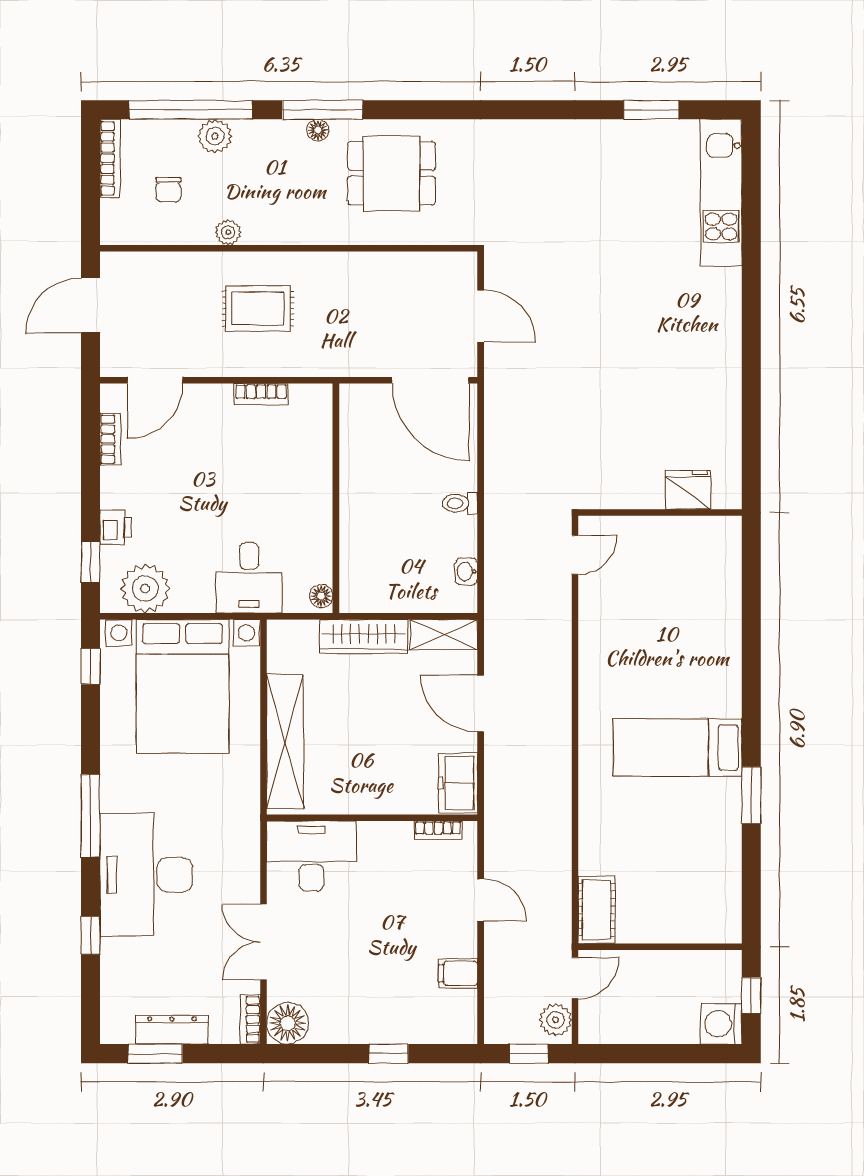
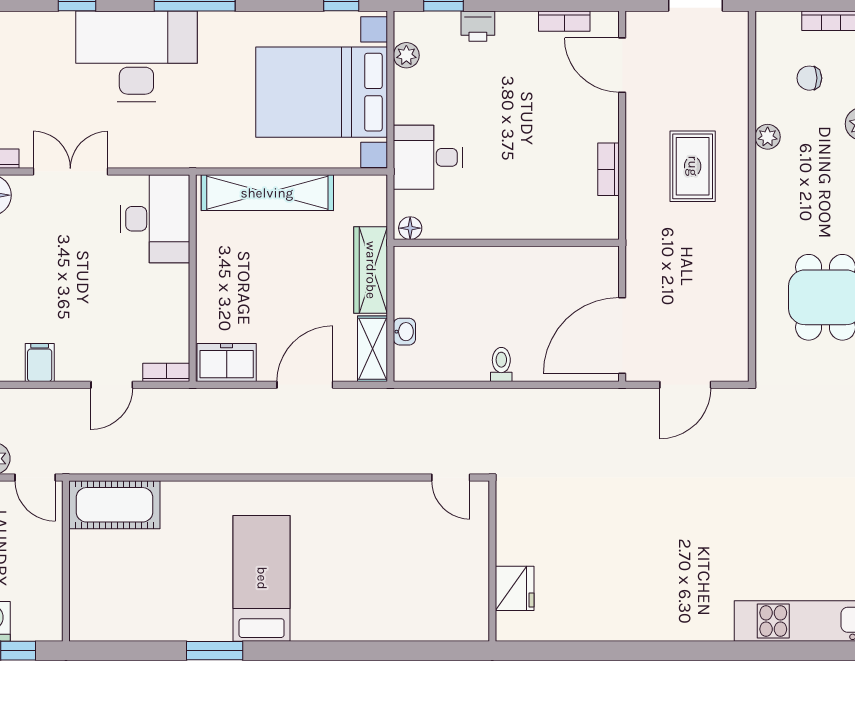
washbasin: (466, 571) -> (404, 332), moved, turned 90
plant: (145, 589) -> (406, 55), width x0.53, depth x0.53
bookcase: (438, 830) -> (166, 372), moved, turned 90
cot: (597, 910) -> (114, 505), width x1.37, depth x1.34

